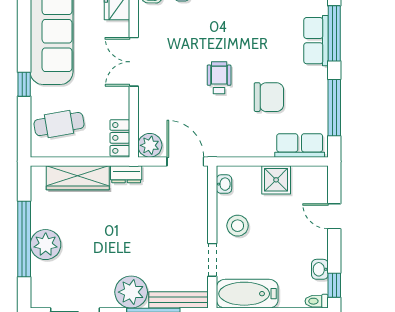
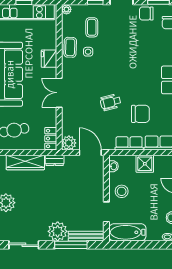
wheelchair: (219, 78) -> (111, 102), turned -104
row of seats: (250, 146) -> (129, 143), added

